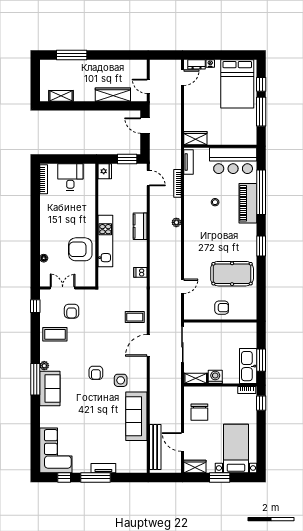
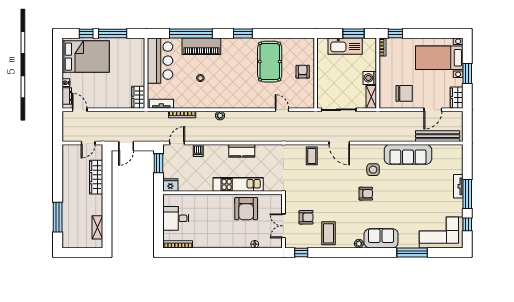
kitchen counter: (140, 226) -> (242, 151), moved
dishwasher: (140, 272) -> (198, 150), moved
kitchen sink: (248, 366) -> (345, 46), moved
window: (35, 379) -> (412, 252), moved

